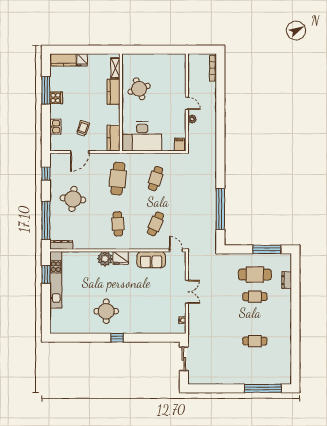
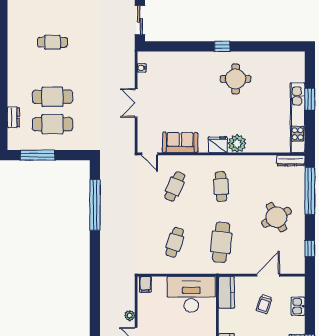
round table: (73, 199) -> (276, 217), turned -35
window: (46, 274) -> (310, 99), moved
cafe table: (255, 297) -> (52, 97), width x1.37, depth x1.35

